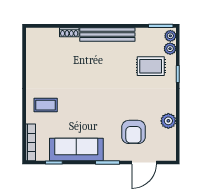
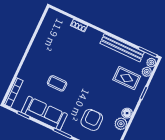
bench: (107, 34) -> (122, 48), moved
coffee table: (46, 105) -> (57, 83), moved
floor lamp: (170, 106) -> (127, 113), added
armchair: (133, 132) -> (92, 120), turned 180

